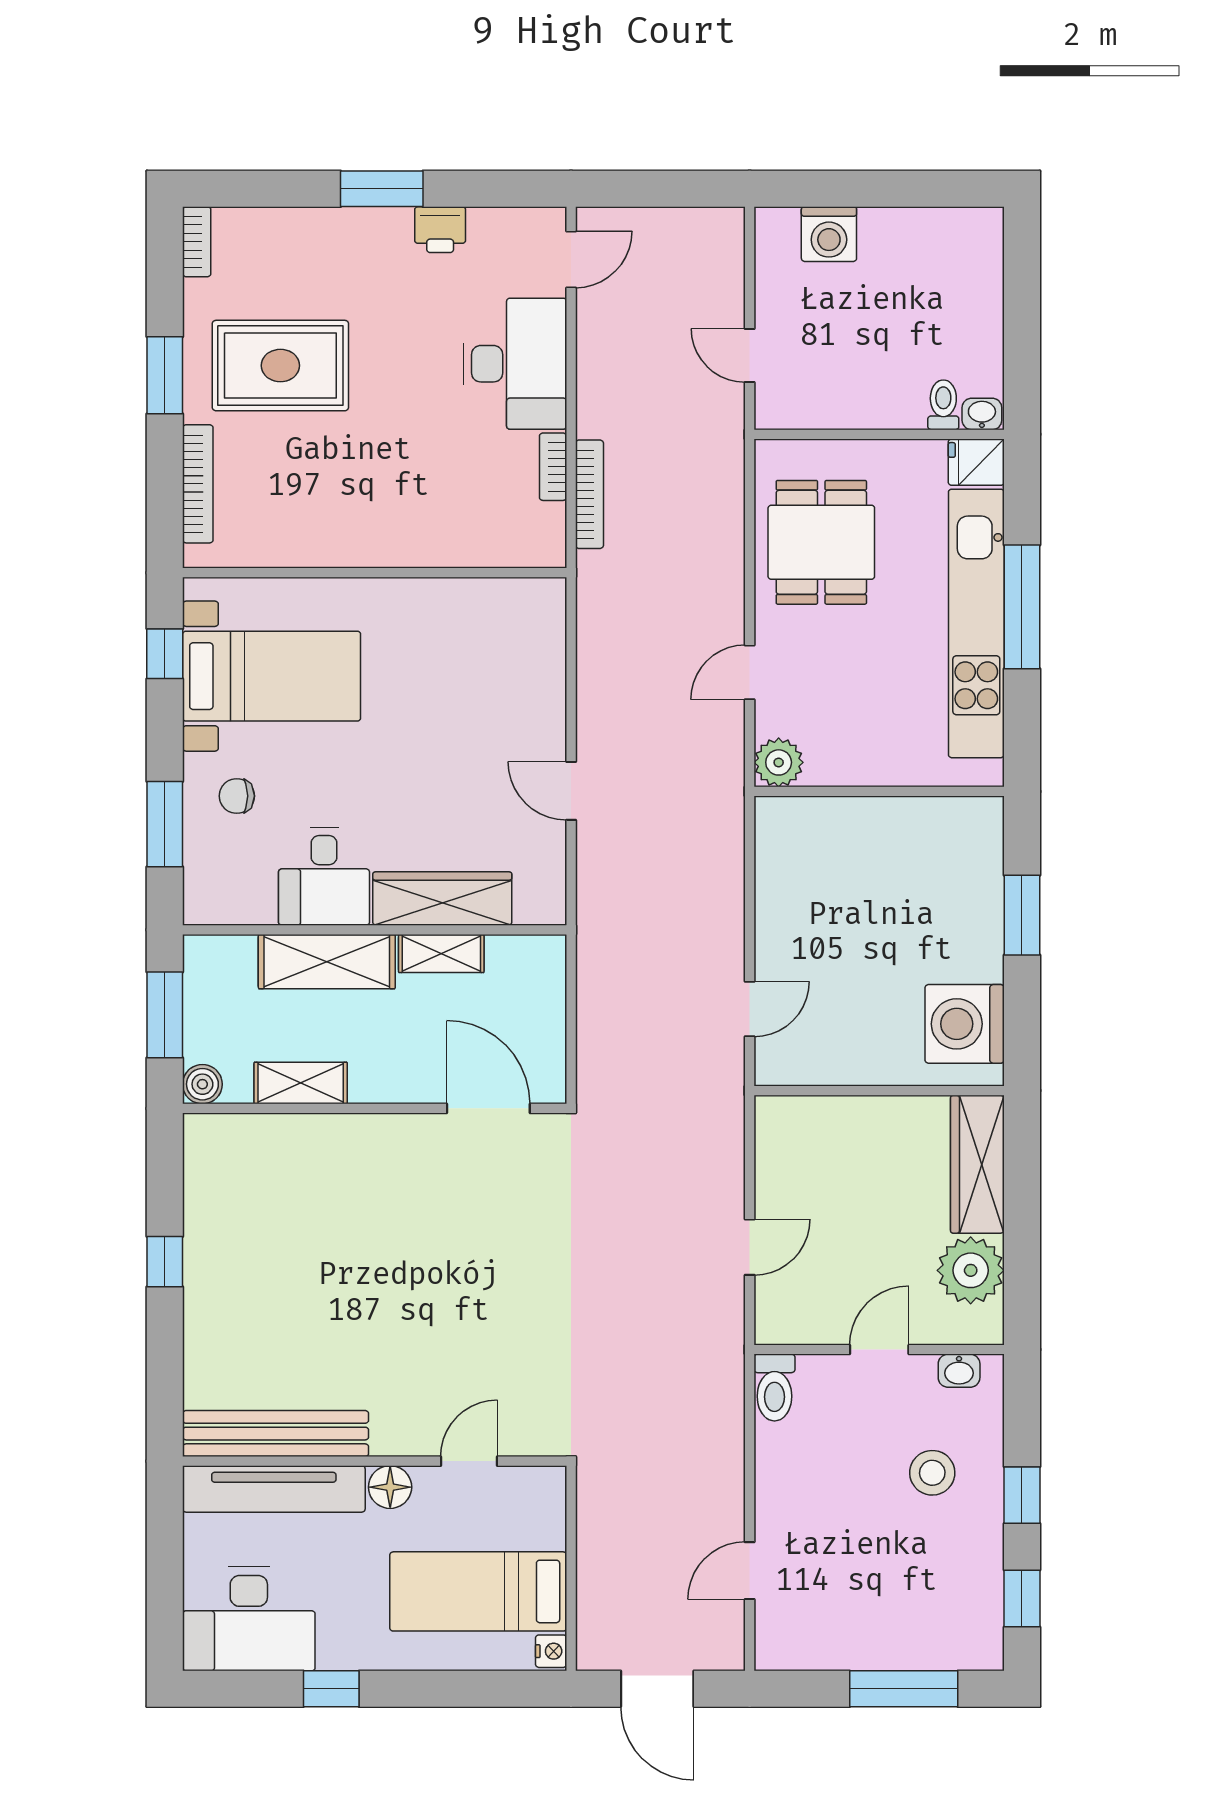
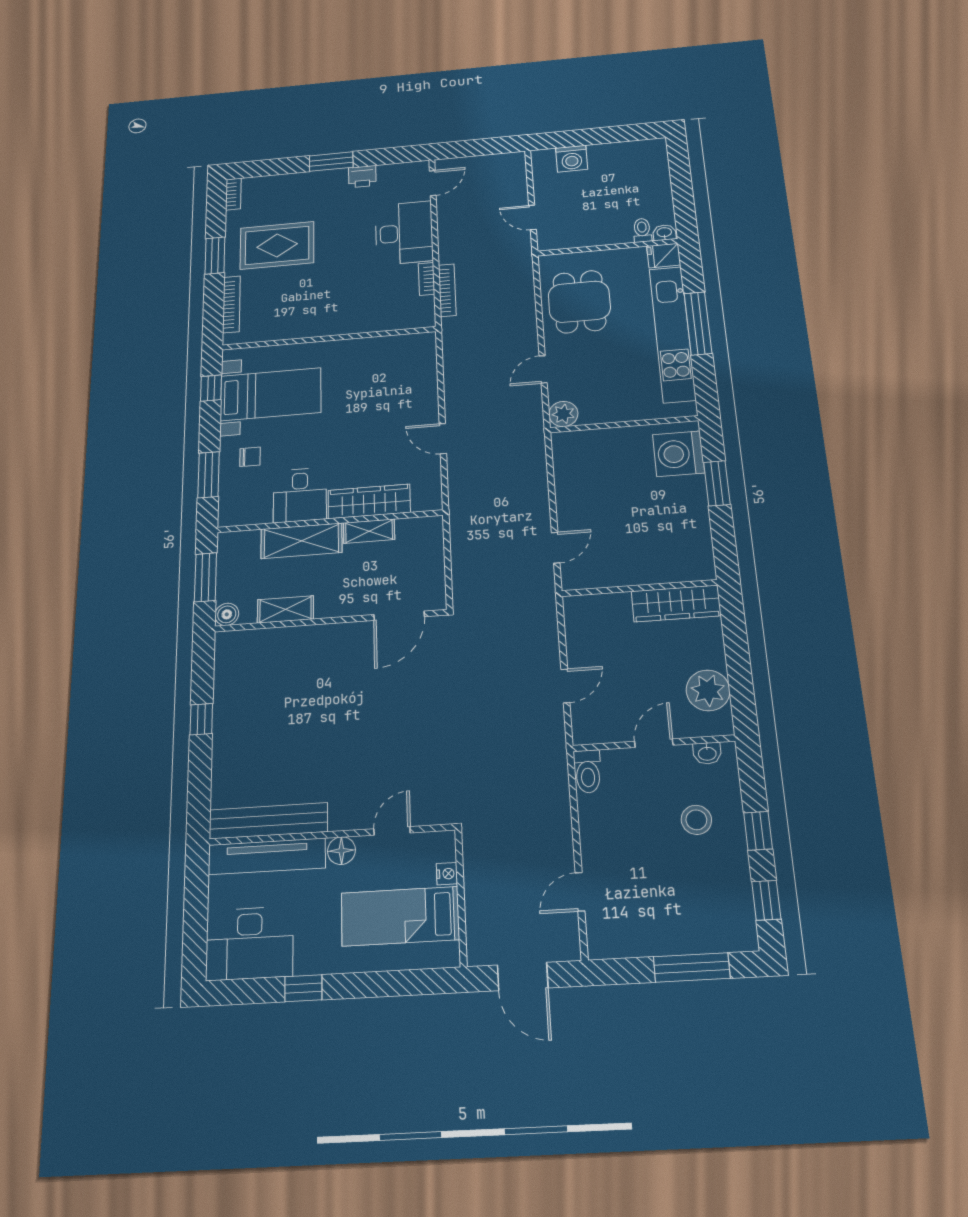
chair: (237, 796) -> (250, 457), turned 180
washing machine: (965, 1024) -> (678, 454), moved
door: (488, 1108) -> (399, 616), swing flipped
wardrobe: (977, 1164) -> (676, 603), moved, turned -90
nightstand: (551, 1651) -> (447, 874), moved

